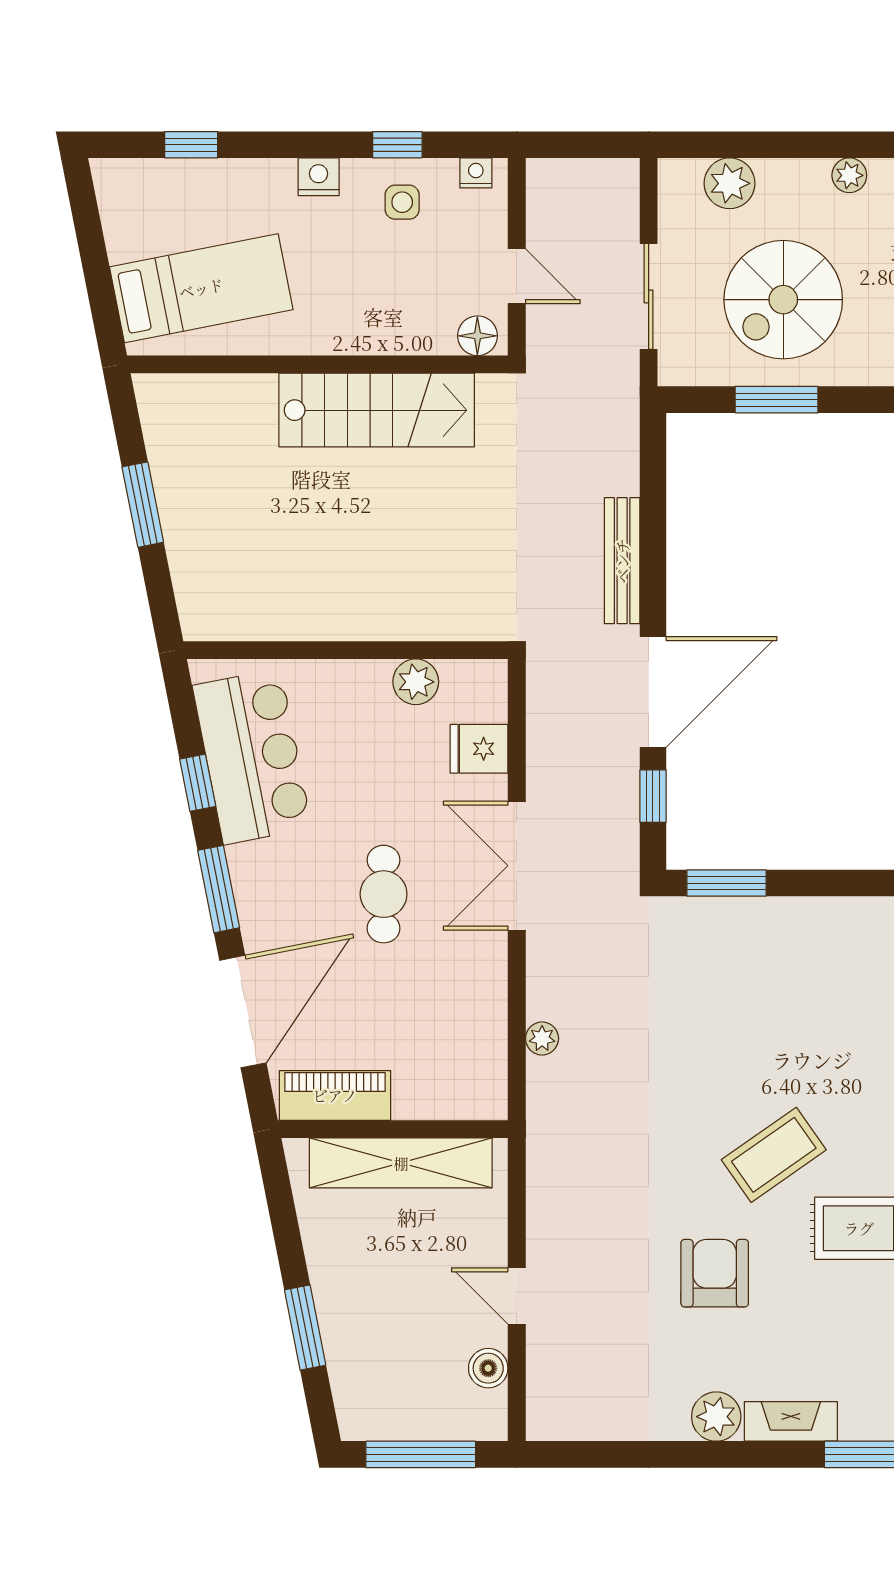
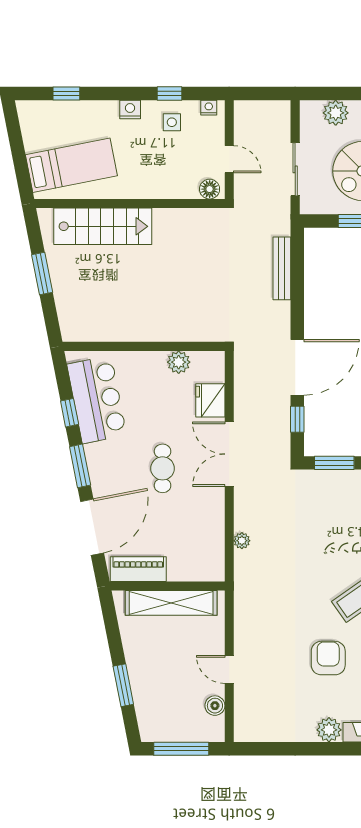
stairs: (377, 410) -> (103, 226), moved
bench: (622, 561) -> (282, 268), moved
fridge: (479, 749) -> (210, 400), width x1.38

